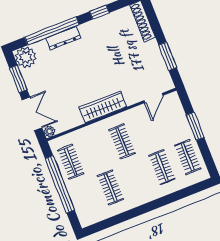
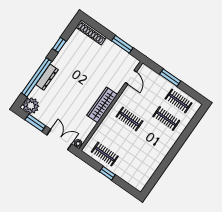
window: (60, 184) -> (107, 173), width x0.32
clothes rail: (111, 188) -> (142, 154), removed

